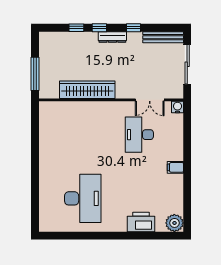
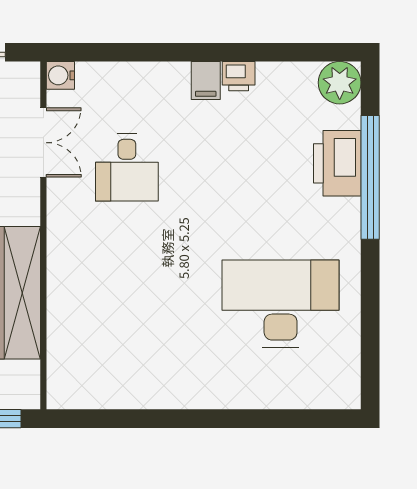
desk: (139, 135) -> (127, 167), width x0.73
printer: (177, 181) -> (239, 76), added
window: (135, 236) -> (370, 177), added

